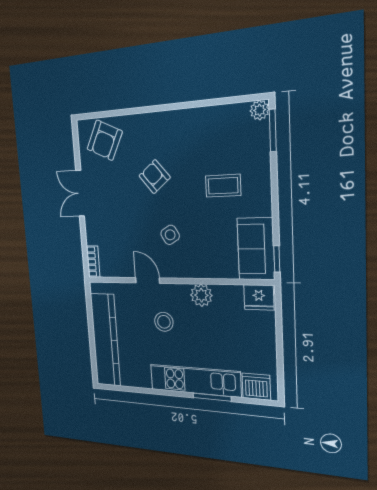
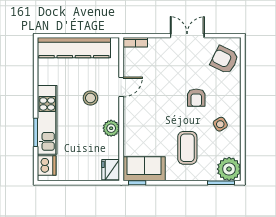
plant: (260, 110) -> (229, 169), width x1.87, depth x1.87
armchair: (155, 177) -> (196, 98), turned 129
coffee table: (223, 186) -> (187, 148), width x1.36, depth x1.30
side table: (170, 235) -> (220, 124), moved

